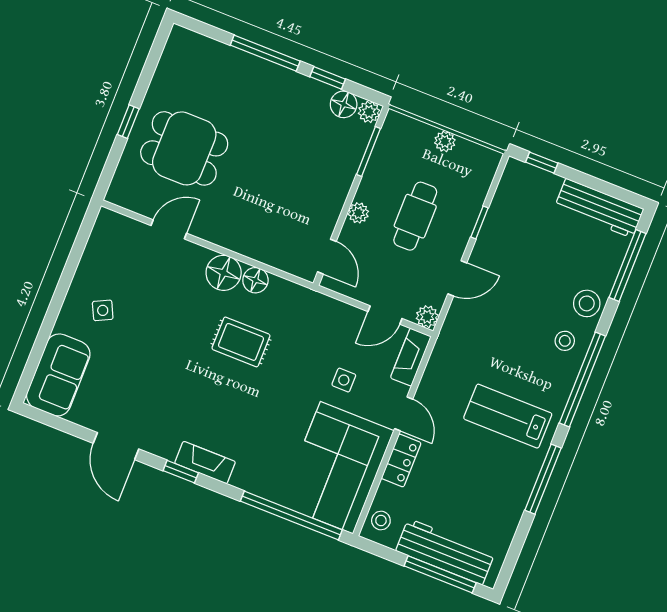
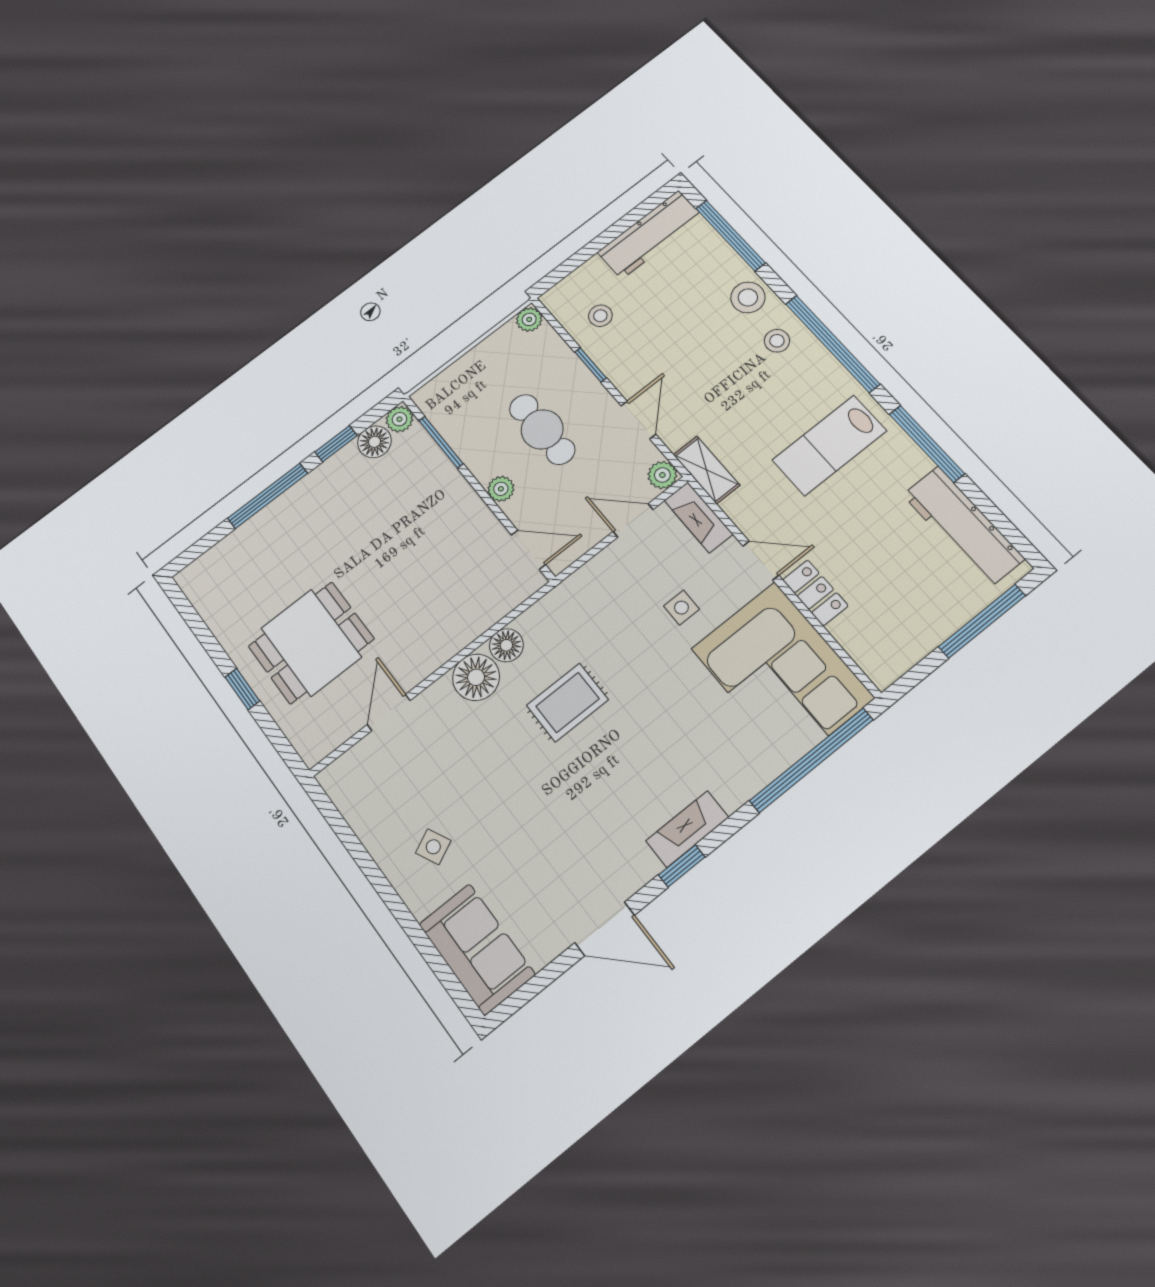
plant: (445, 141) -> (529, 319), moved
window: (542, 163) -> (565, 269), removed
door: (385, 315) -> (633, 521), swing flipped
shelving: (447, 344) -> (706, 470), added
stool: (381, 521) -> (600, 316), moved
workbench: (445, 552) -> (963, 527), moved, turned -90

